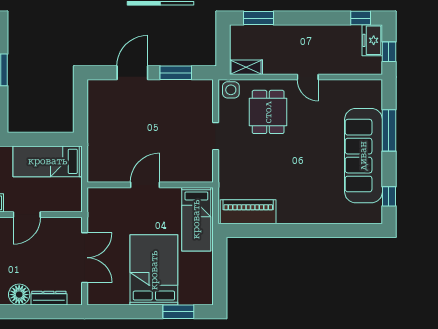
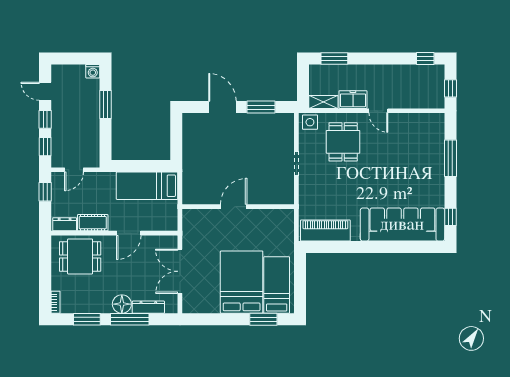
freezer: (372, 40) -> (353, 100), moved, turned 90
door: (132, 73) -> (222, 107), hinge flipped
sofa: (363, 156) -> (402, 225), moved, turned 90
bed: (196, 219) -> (277, 285), moved, turned 180
double door: (85, 258) -> (180, 271), swing flipped
window: (28, 312) -> (130, 319), added

